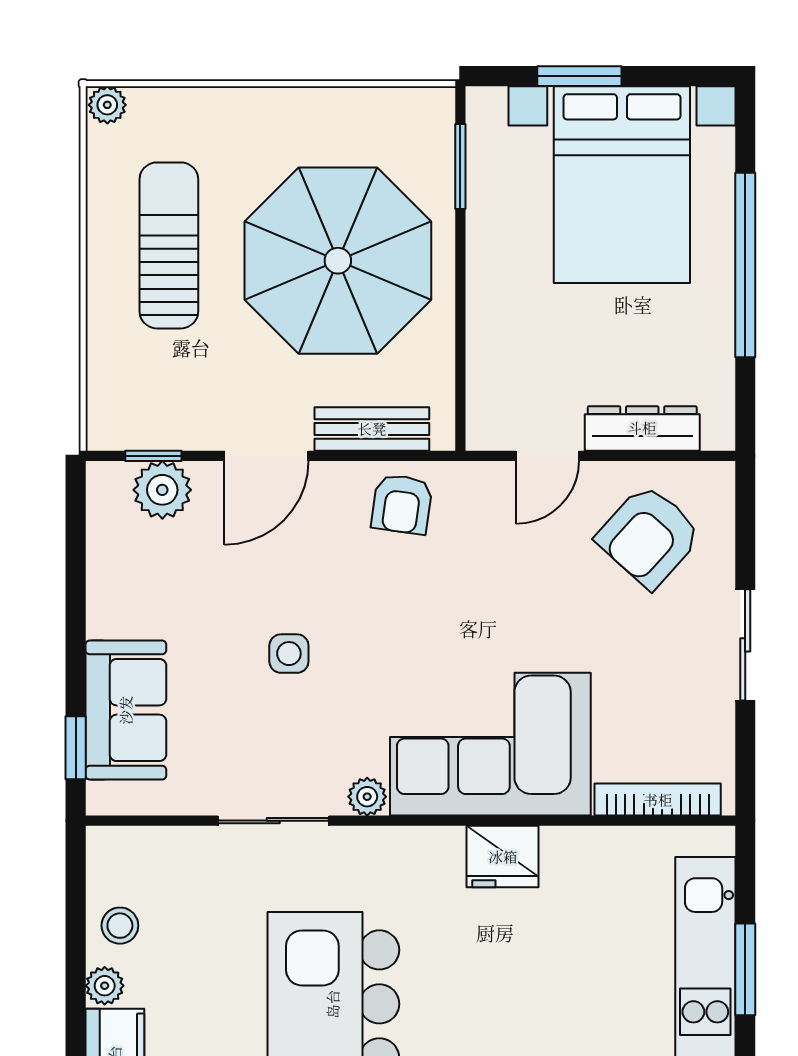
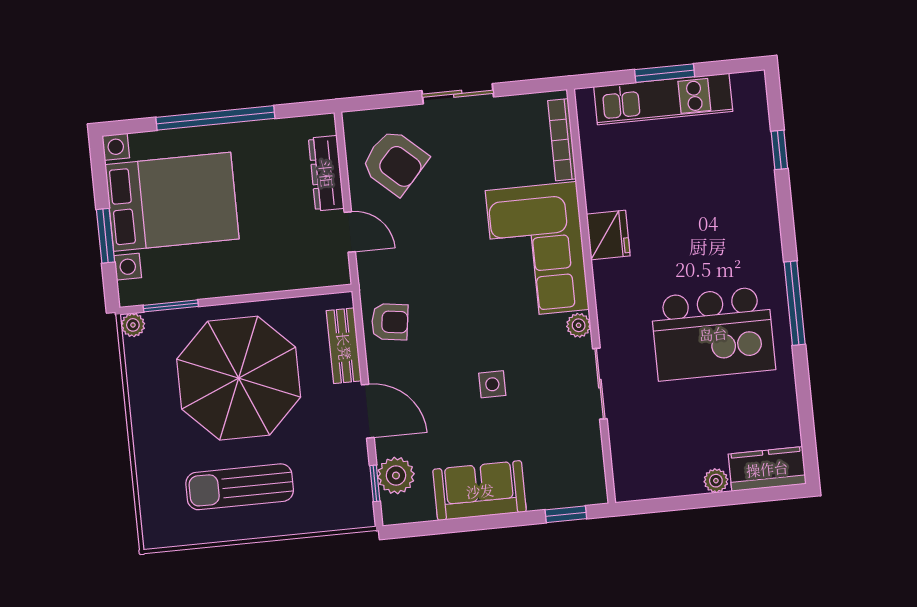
plant: (107, 105) -> (133, 325), moved
sofa: (126, 710) -> (480, 491), moved
stool: (120, 926) -> (677, 475), removed

